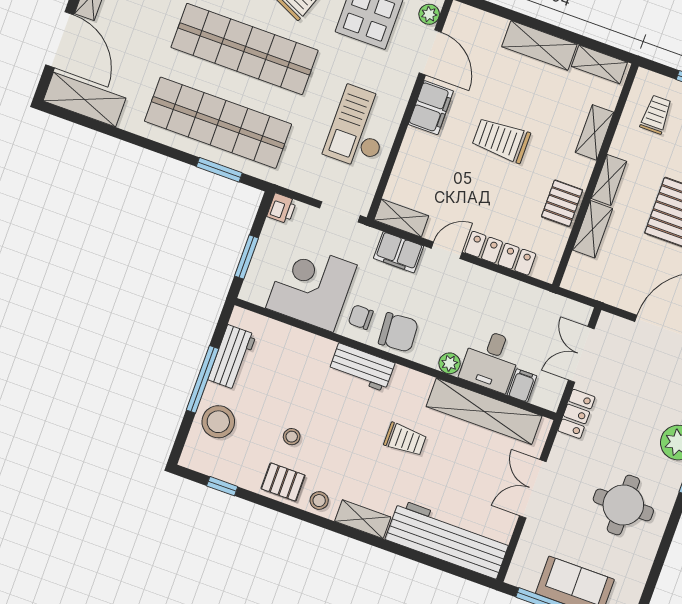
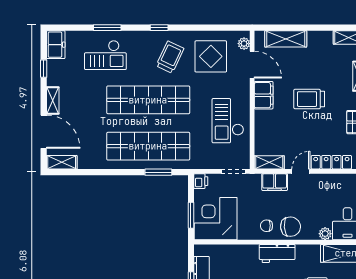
shelving: (539, 45) -> (286, 39), moved
shelving: (85, 100) -> (62, 162), width x0.67, depth x0.75
corner desk: (311, 287) -> (216, 219), moved

